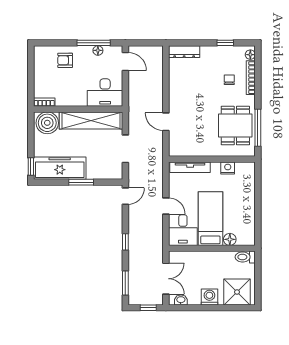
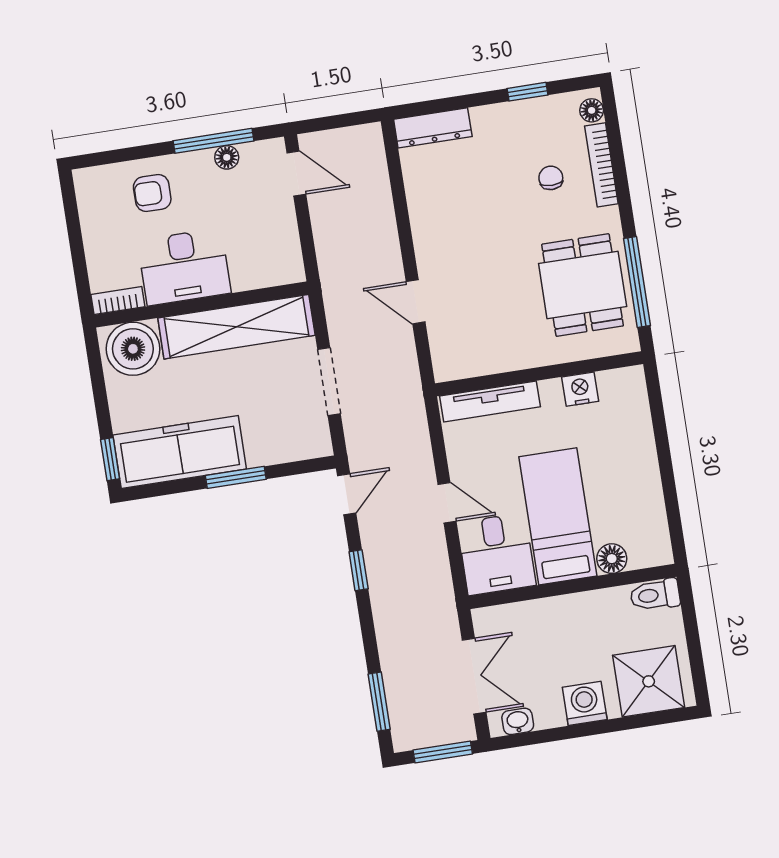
desk: (105, 93) -> (184, 267), moved
window: (125, 242) -> (359, 570), moved
window: (148, 308) -> (443, 752), width x1.50

